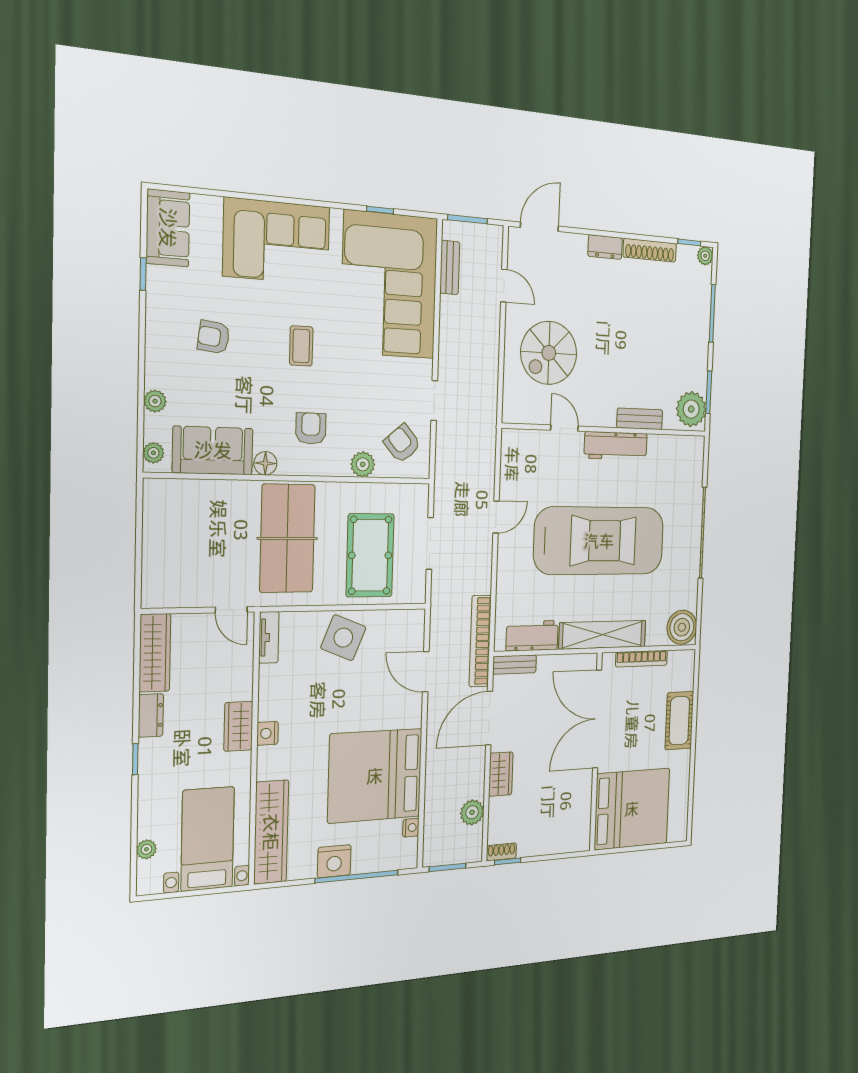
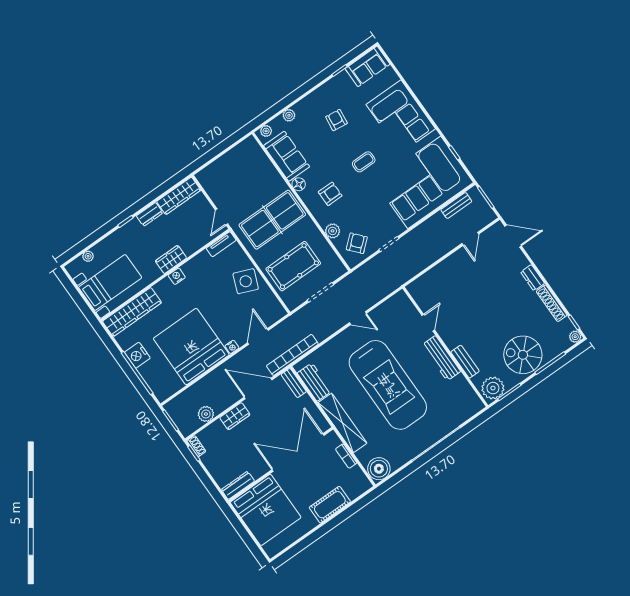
spiral stairs: (549, 353) -> (523, 355), moved
bookcase: (642, 659) -> (346, 456), width x0.64
dresser: (582, 826) -> (238, 485), added
nightstand: (411, 828) -> (232, 347), moved

